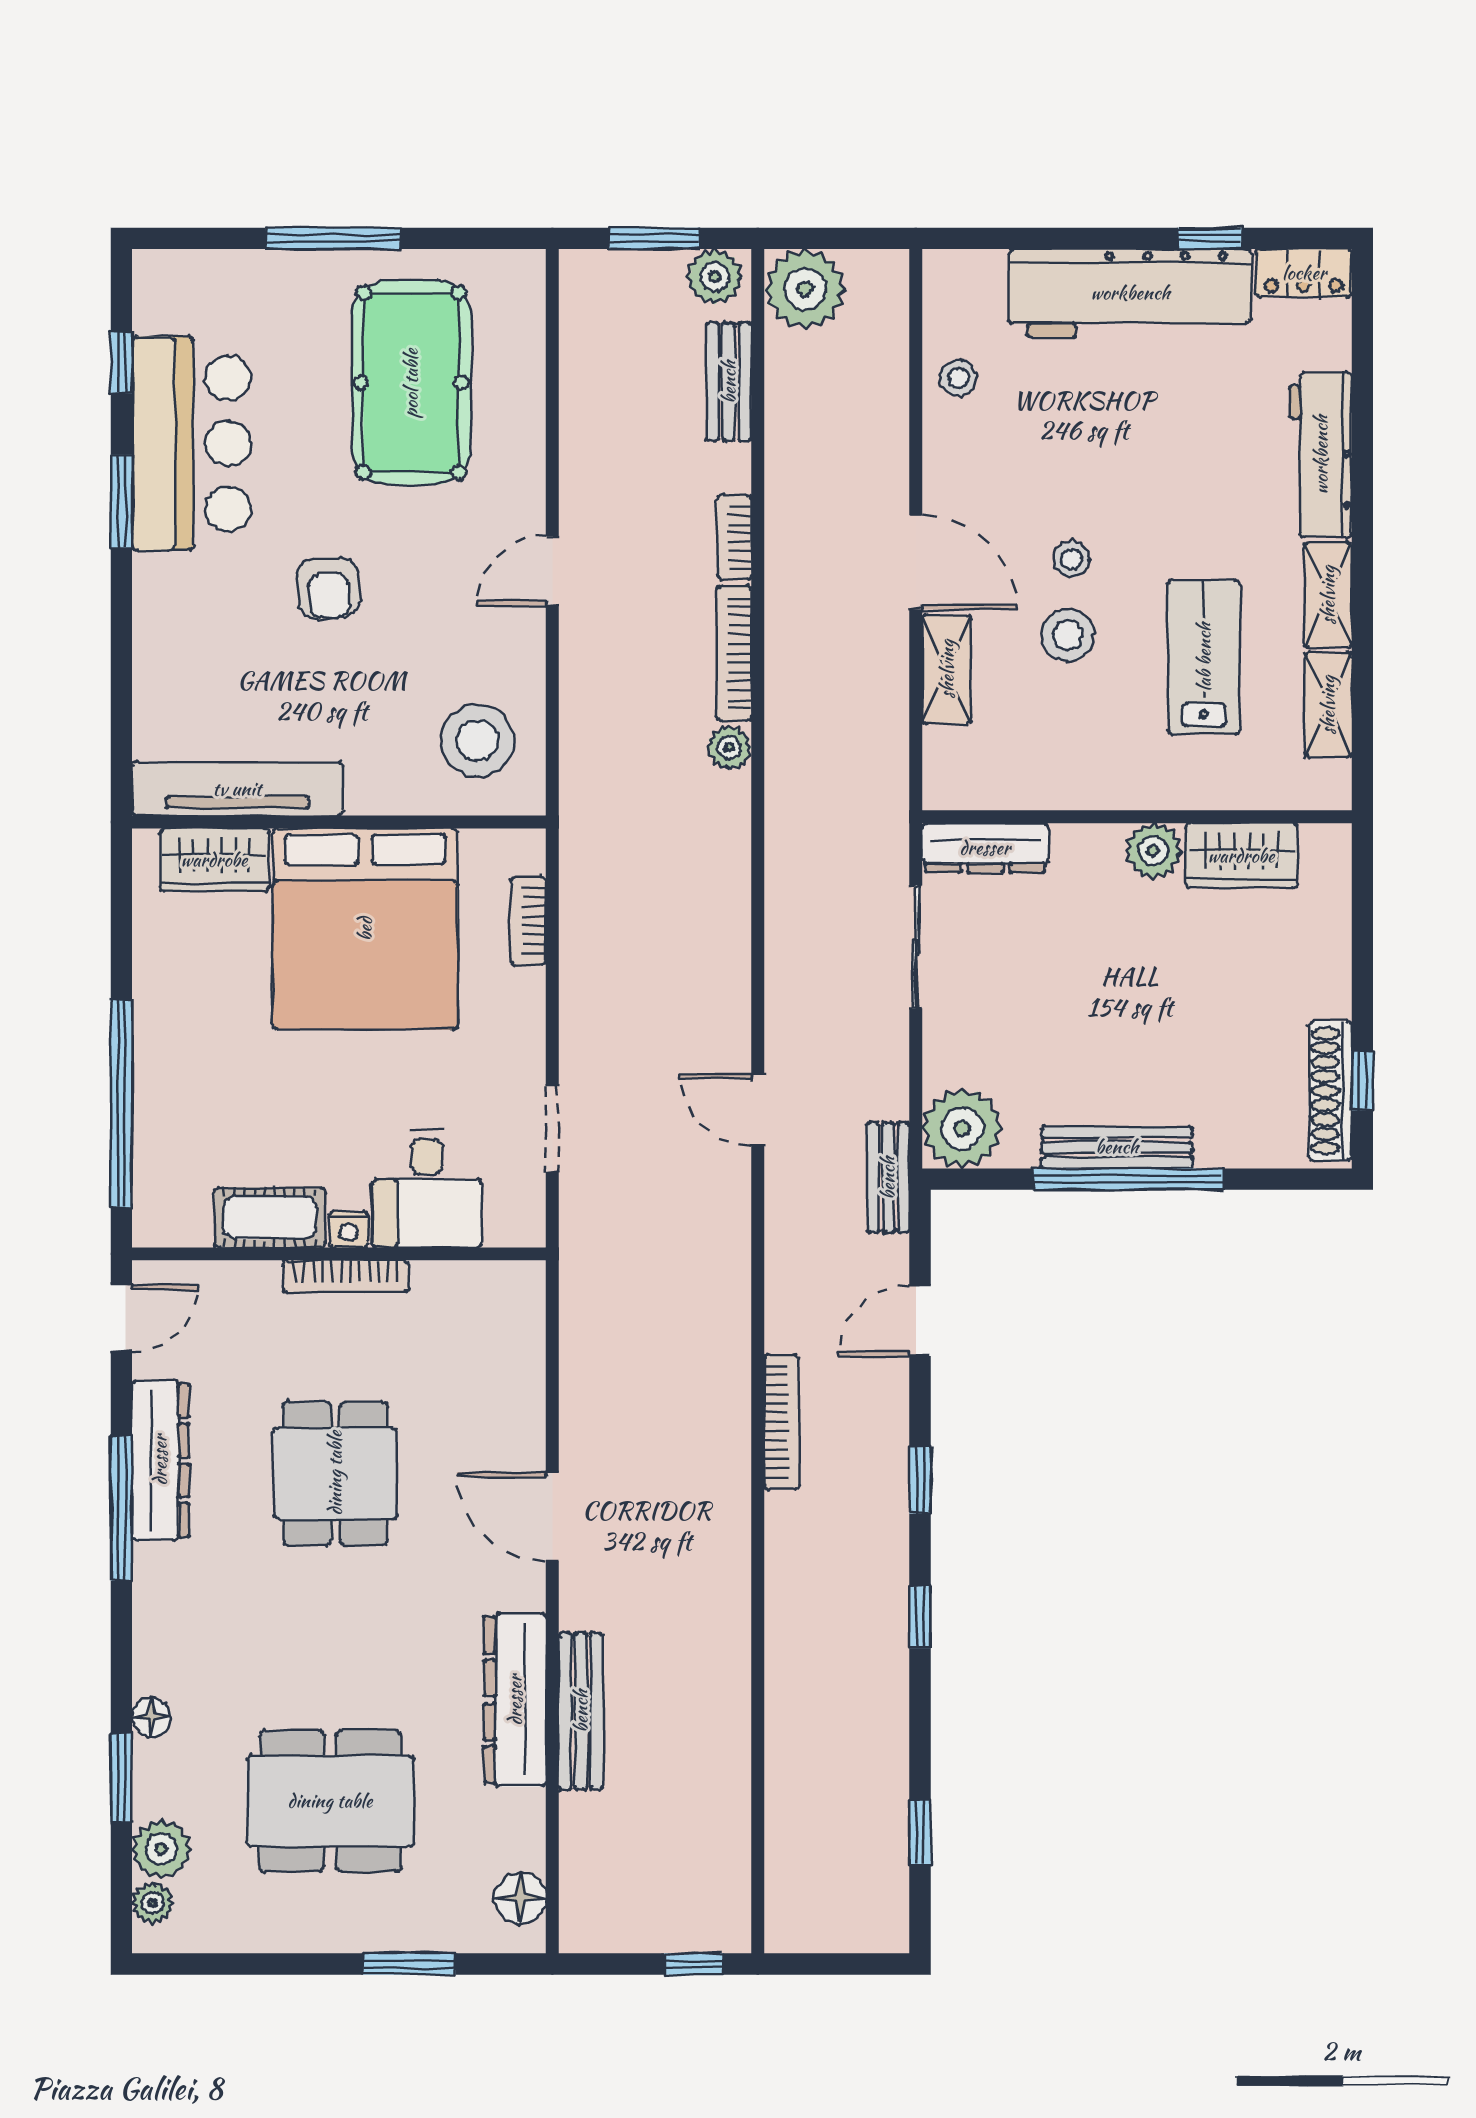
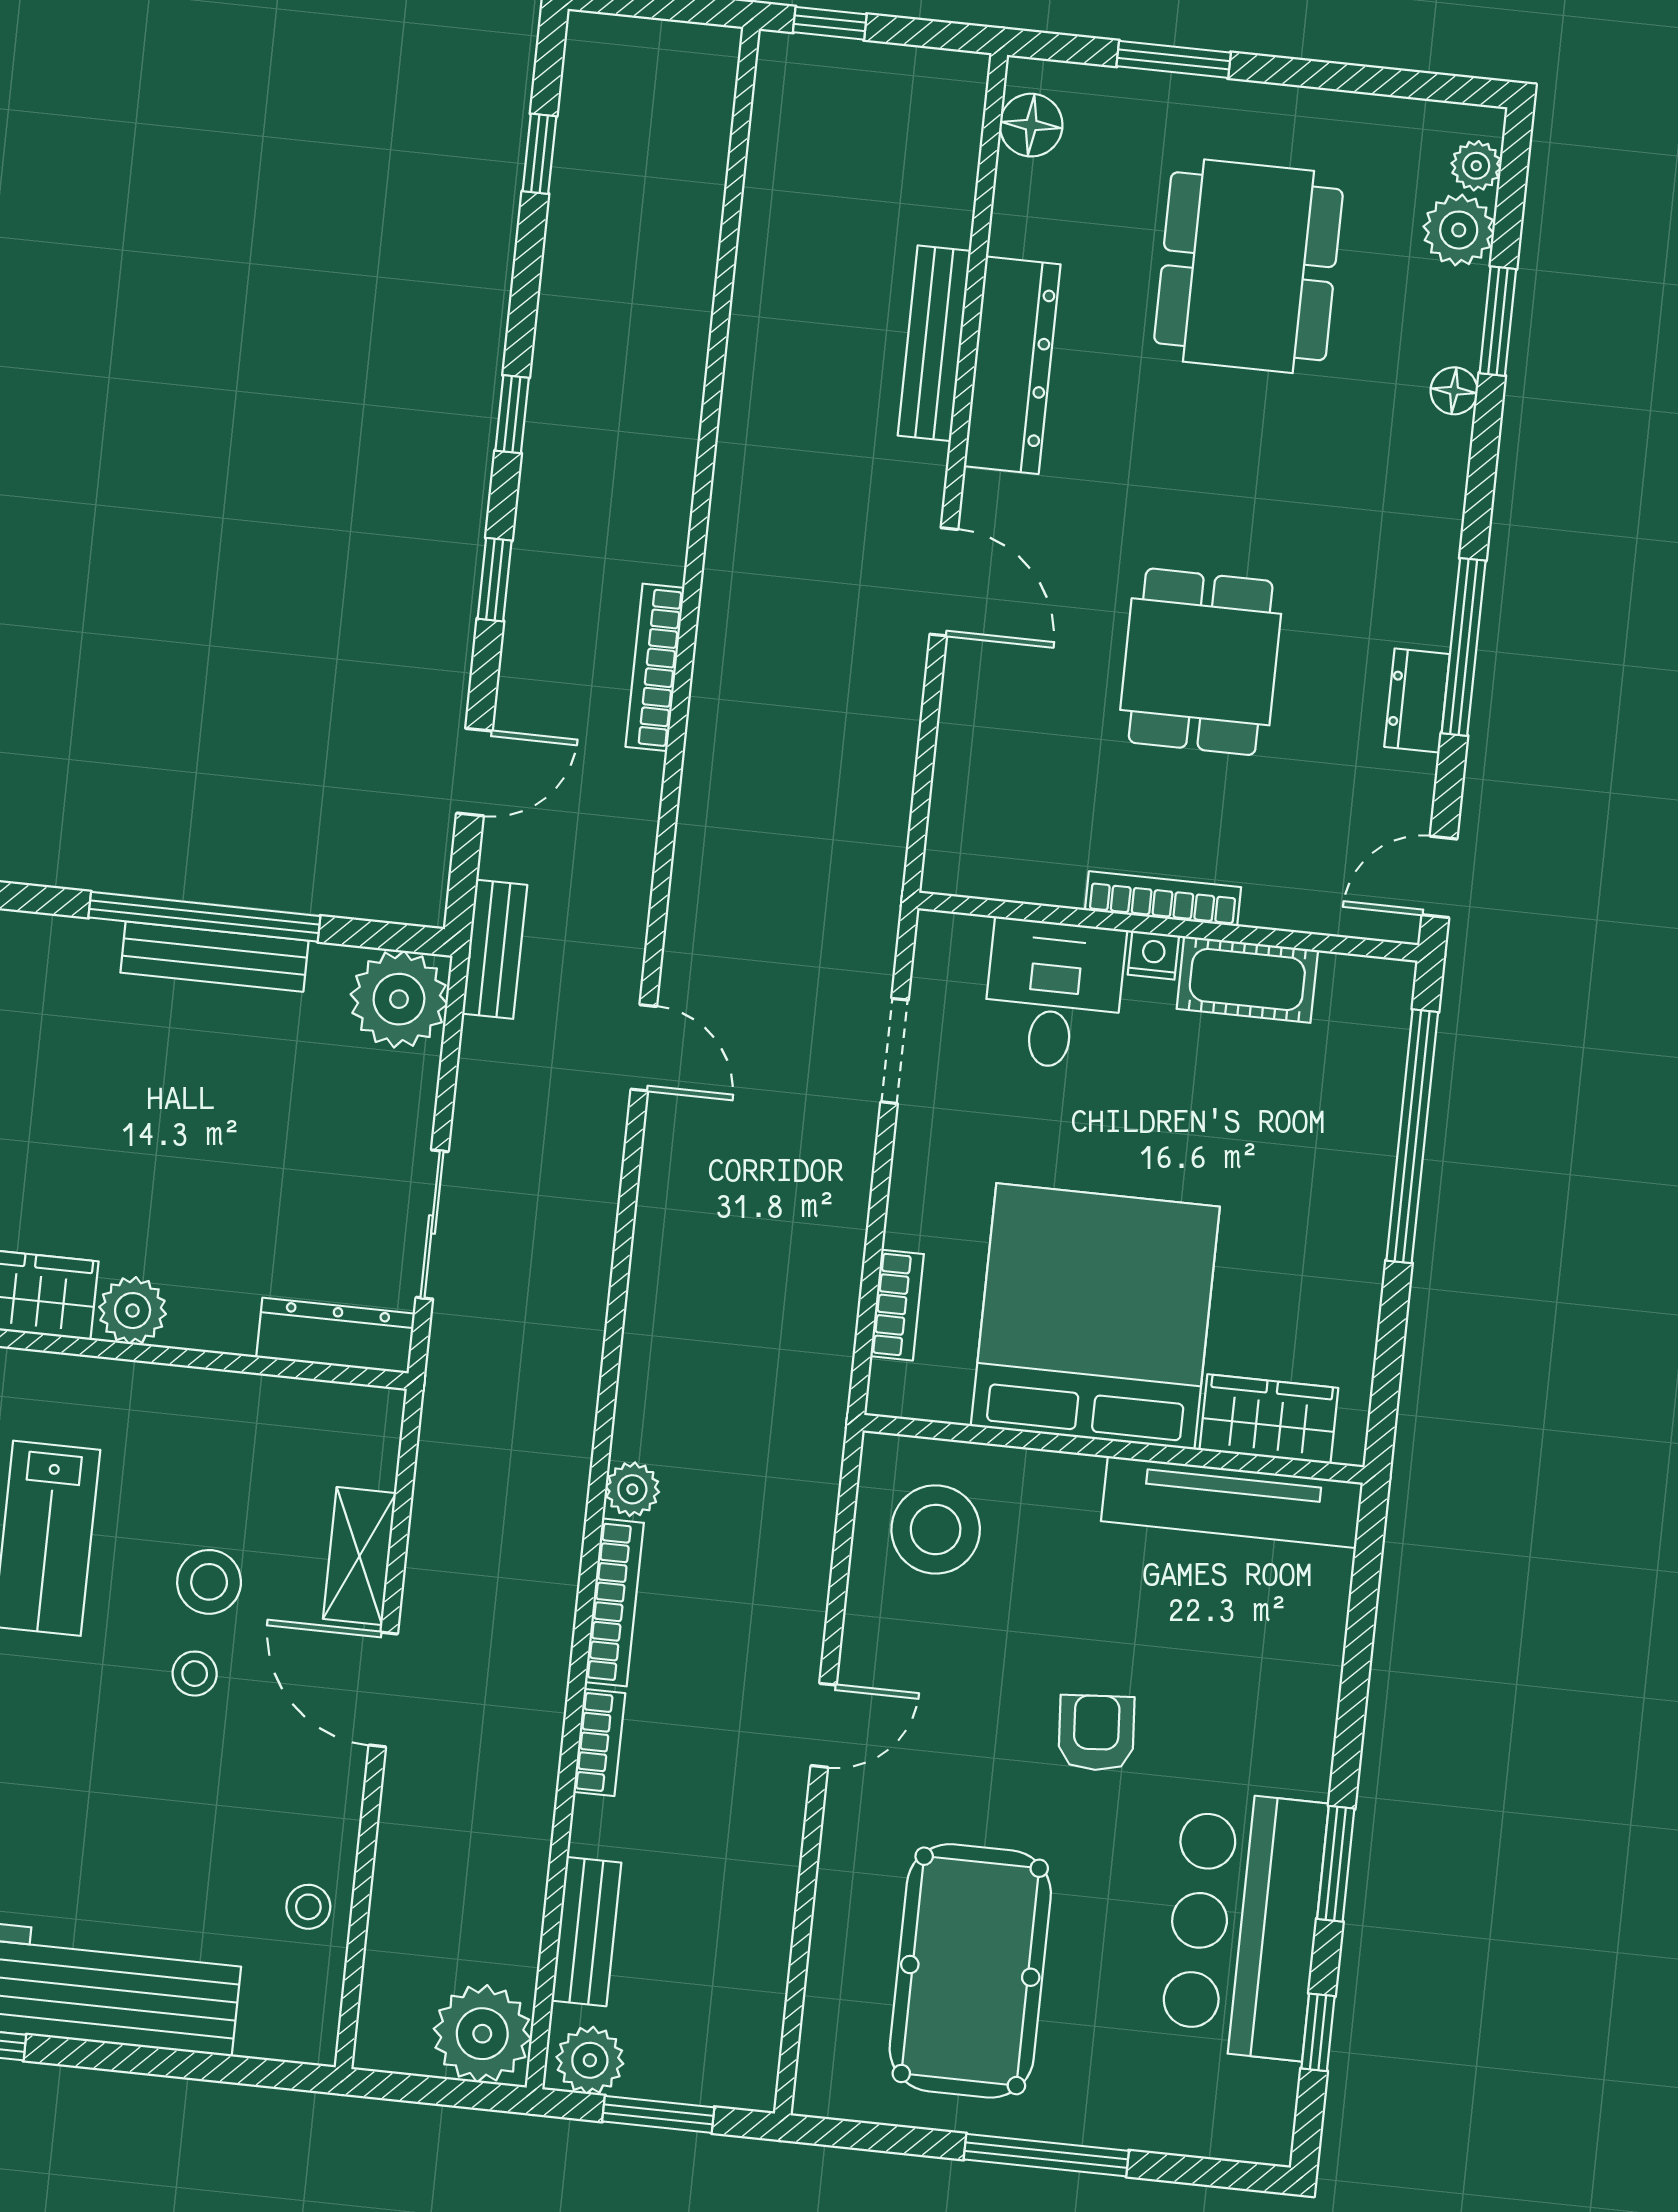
dresser: (160, 1460) -> (1417, 701), width x0.51, depth x0.80
dining table: (330, 1801) -> (1248, 266), turned 90

